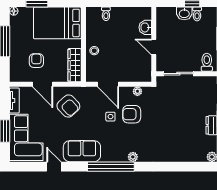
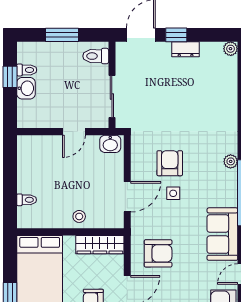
washbasin: (145, 27) -> (110, 144), moved
plant: (137, 91) -> (137, 155), removed
armchair: (68, 106) -> (158, 253), turned 43
armchair: (132, 114) -> (170, 163), turned 180

